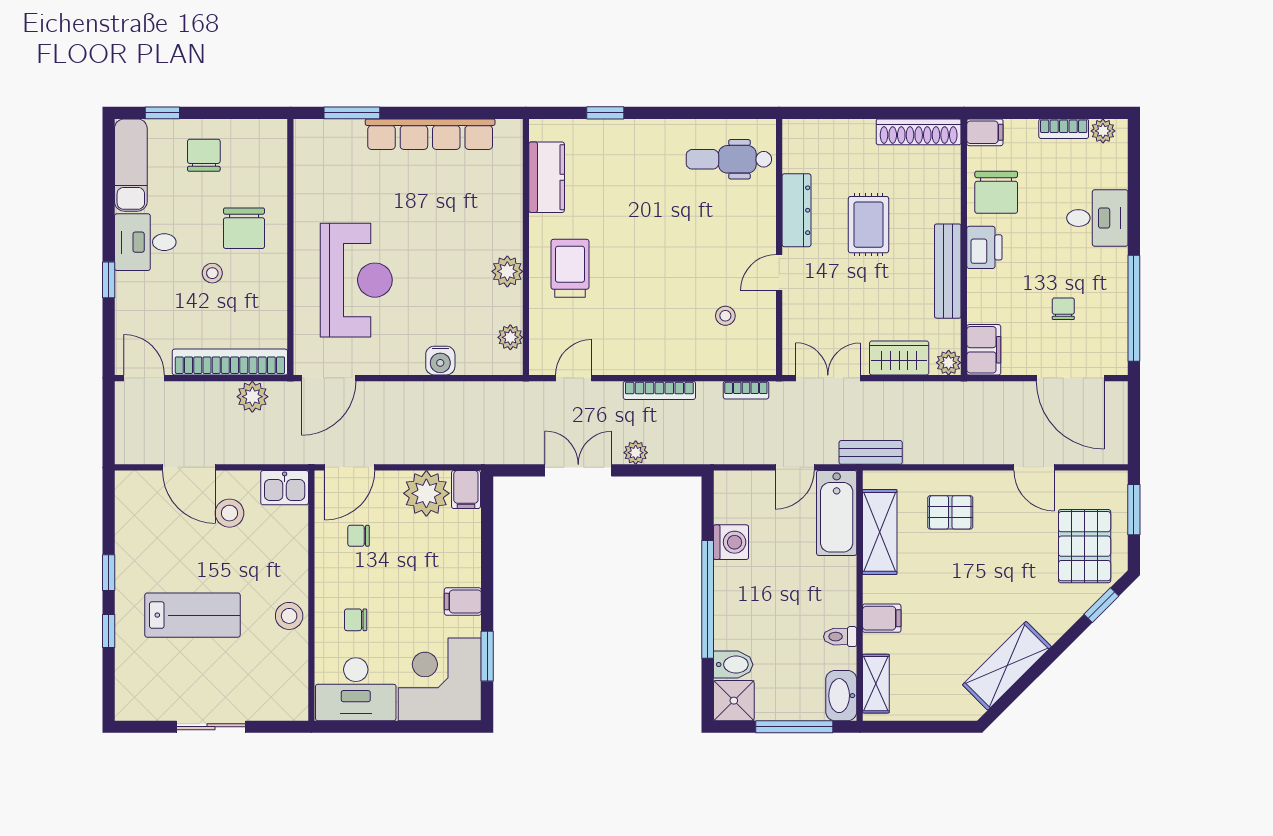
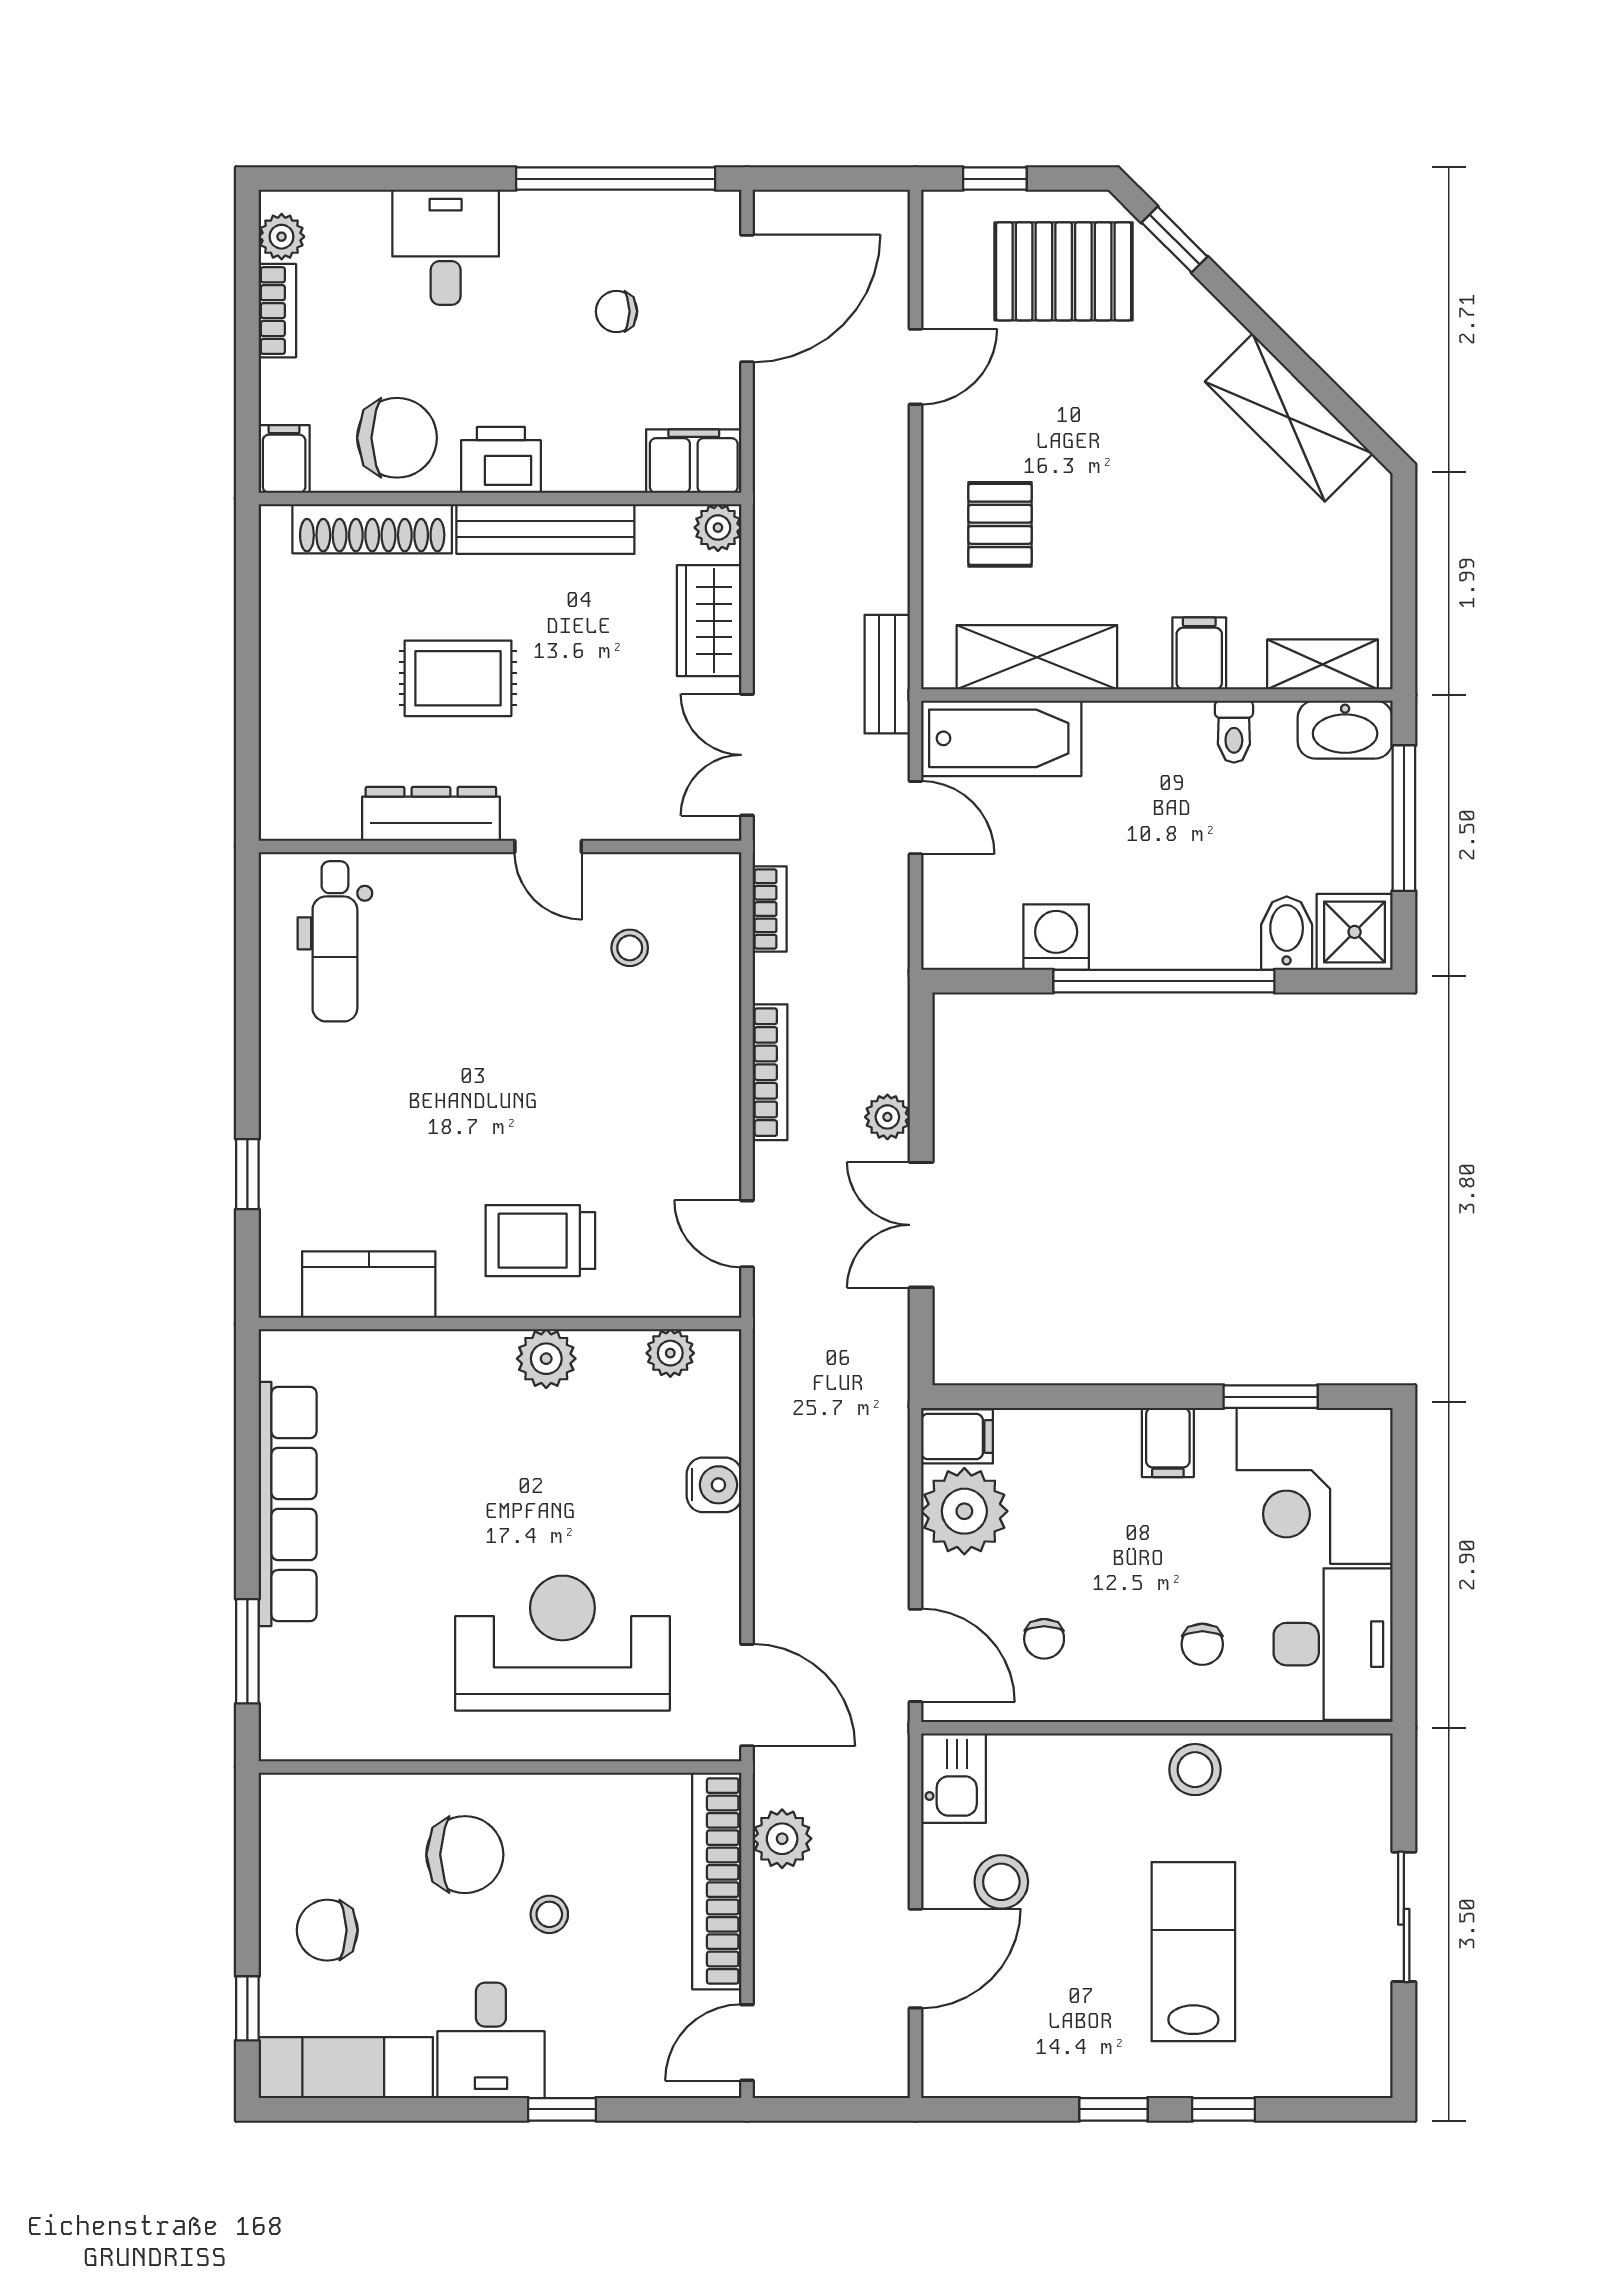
shoe rack: (919, 132) -> (372, 529), moved, turned 90
window: (1134, 510) -> (995, 179), width x0.67

